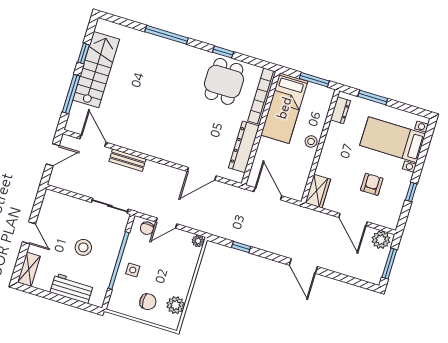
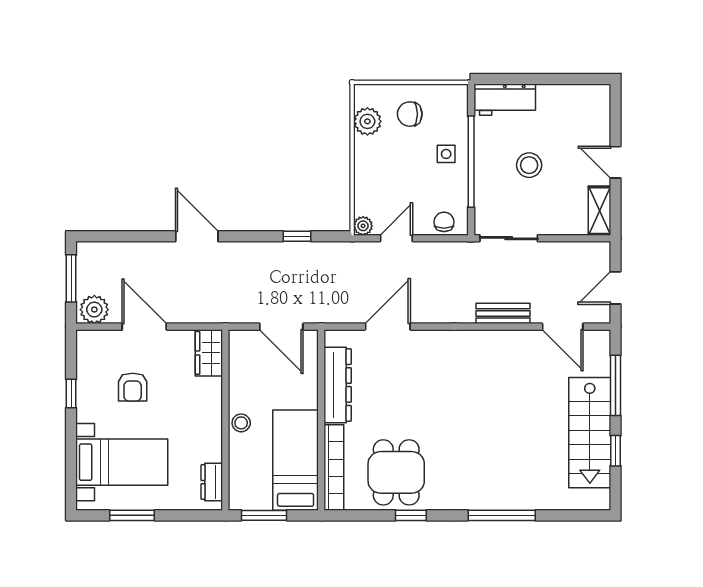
window: (373, 97) -> (132, 515), moved
door: (166, 223) -> (396, 238), moved
shelving: (29, 269) -> (600, 211), moved
workbench: (72, 288) -> (505, 100), moved

